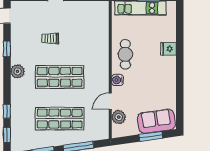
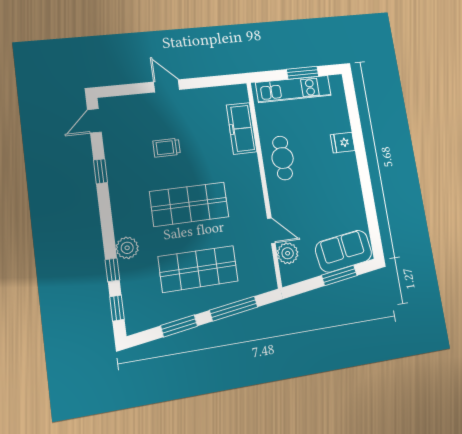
freezer: (101, 31) -> (242, 128), added
plant: (17, 71) -> (127, 248), moved
water cooler: (117, 80) -> (277, 197), removed
door: (110, 101) -> (271, 231), swing flipped

